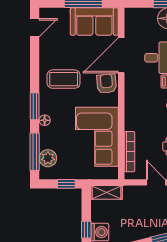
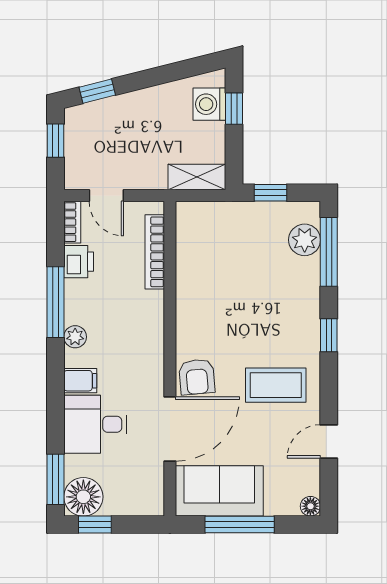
door: (35, 28) -> (329, 441), moved
window: (35, 106) -> (329, 335), width x0.67
floor lamp: (45, 120) -> (310, 506), moved
corner sofa: (97, 137) -> (214, 279), removed

